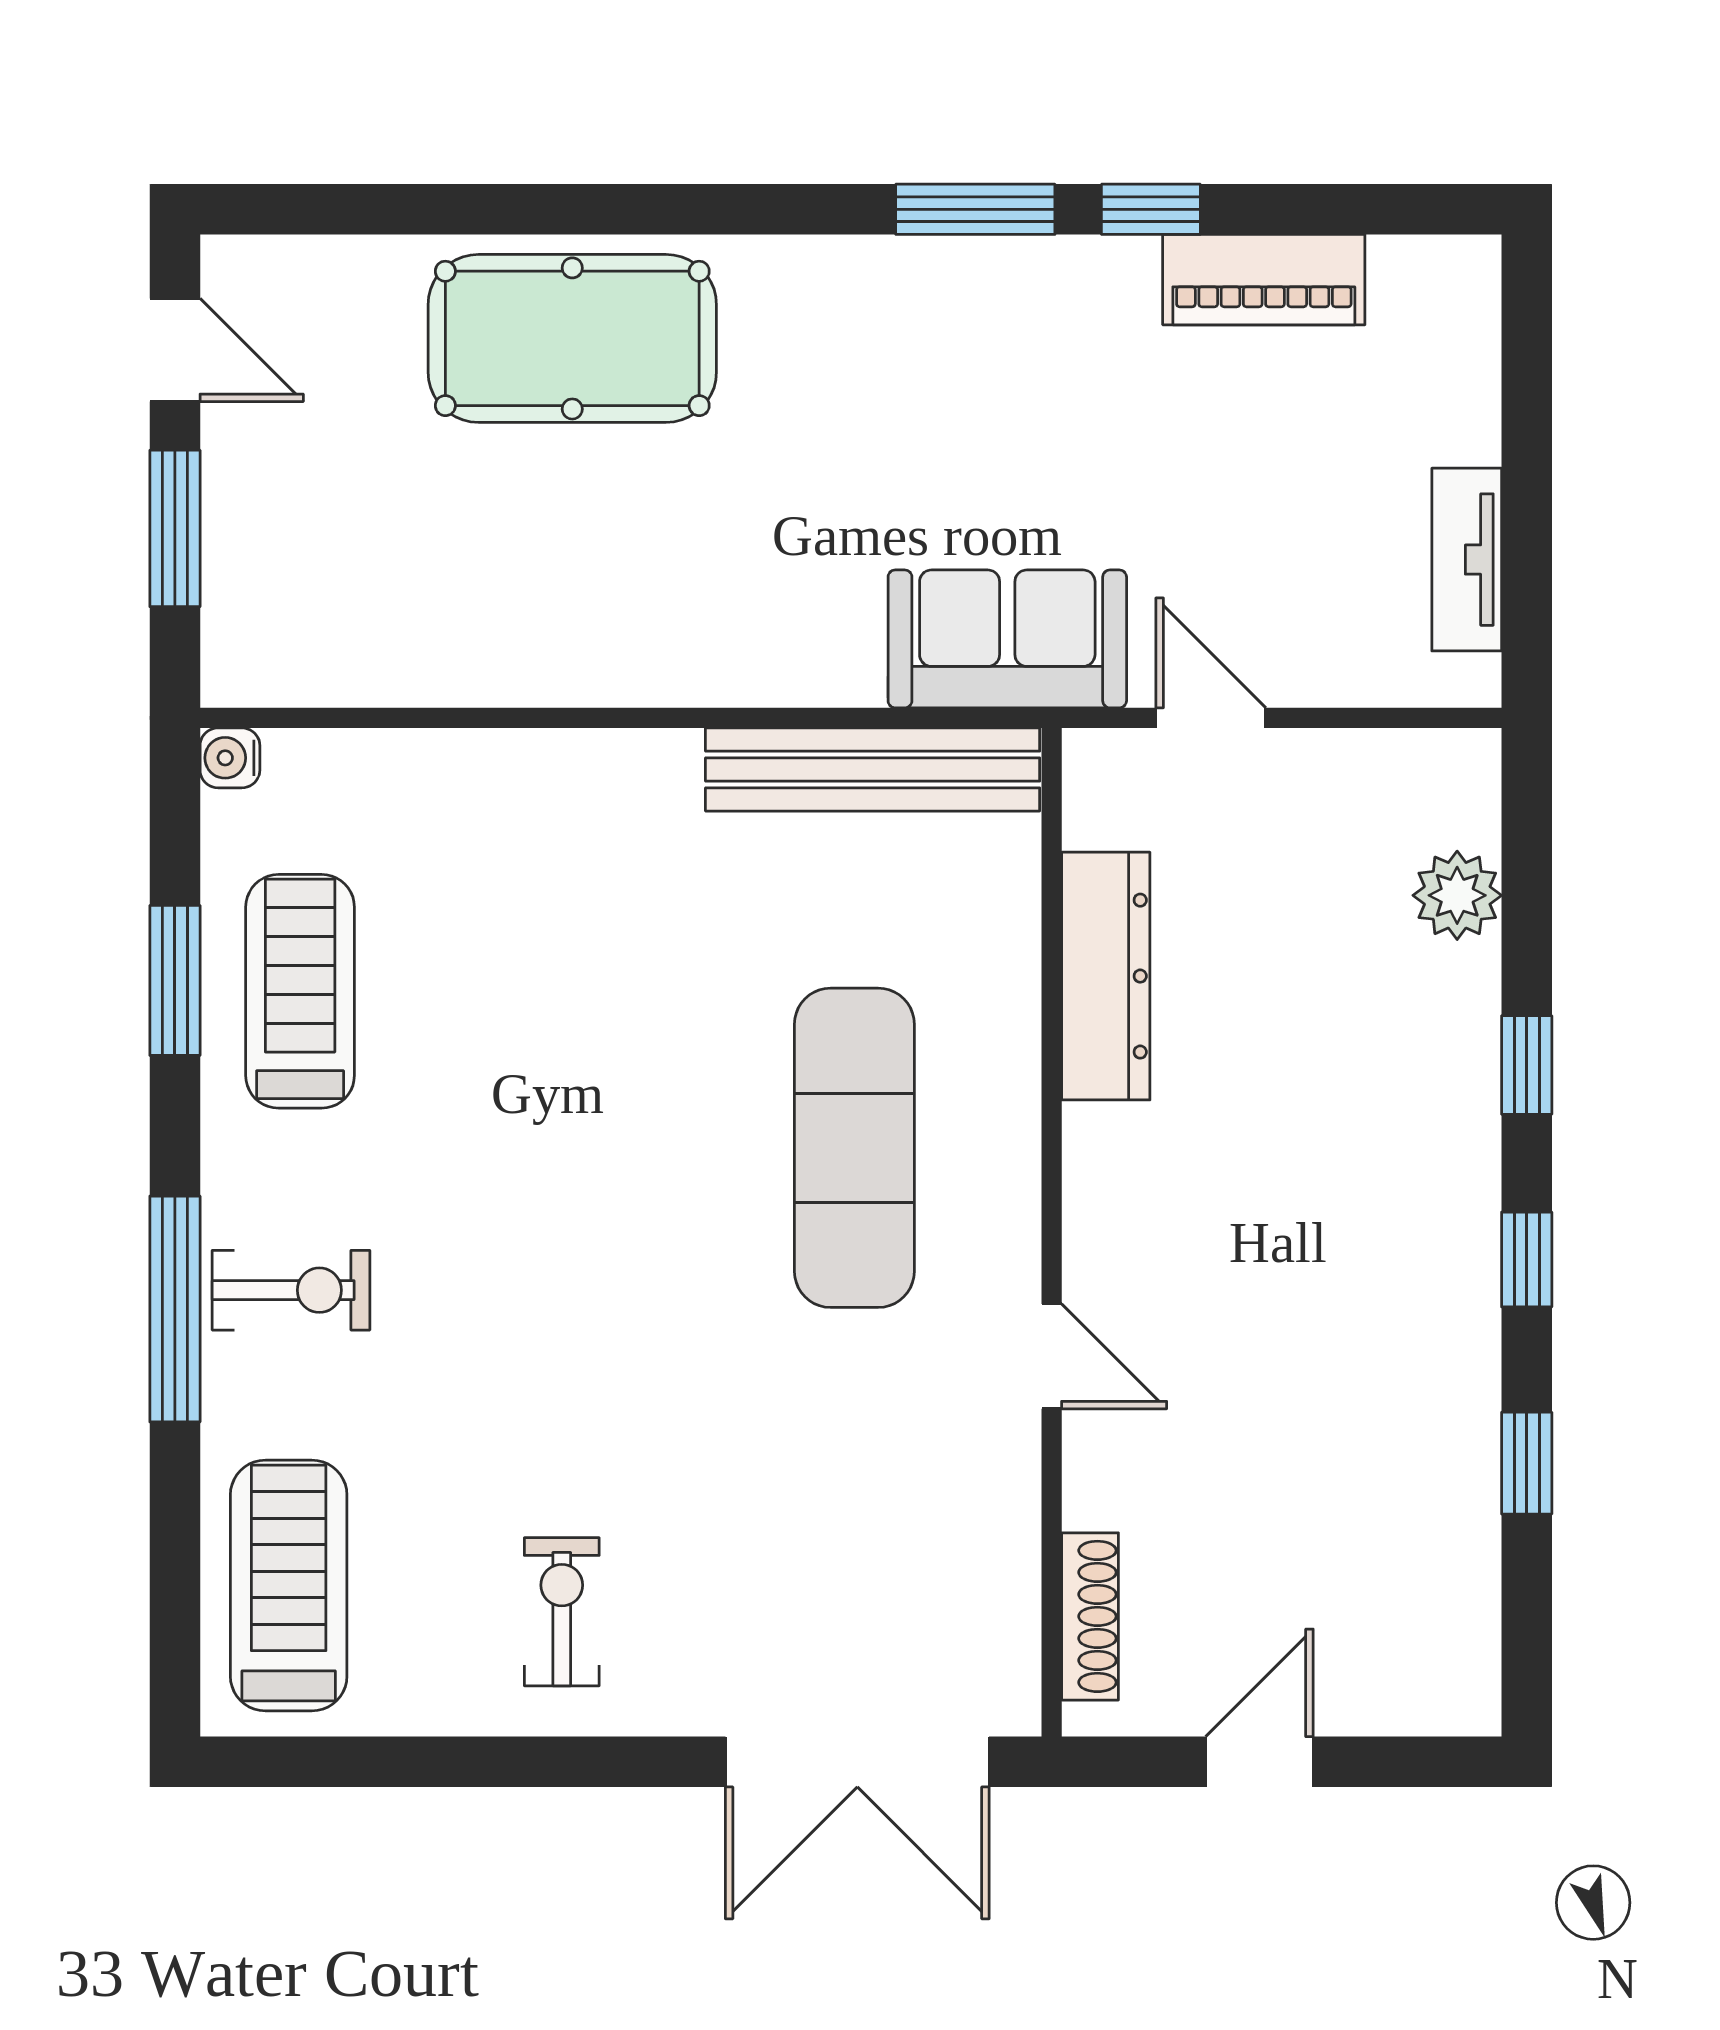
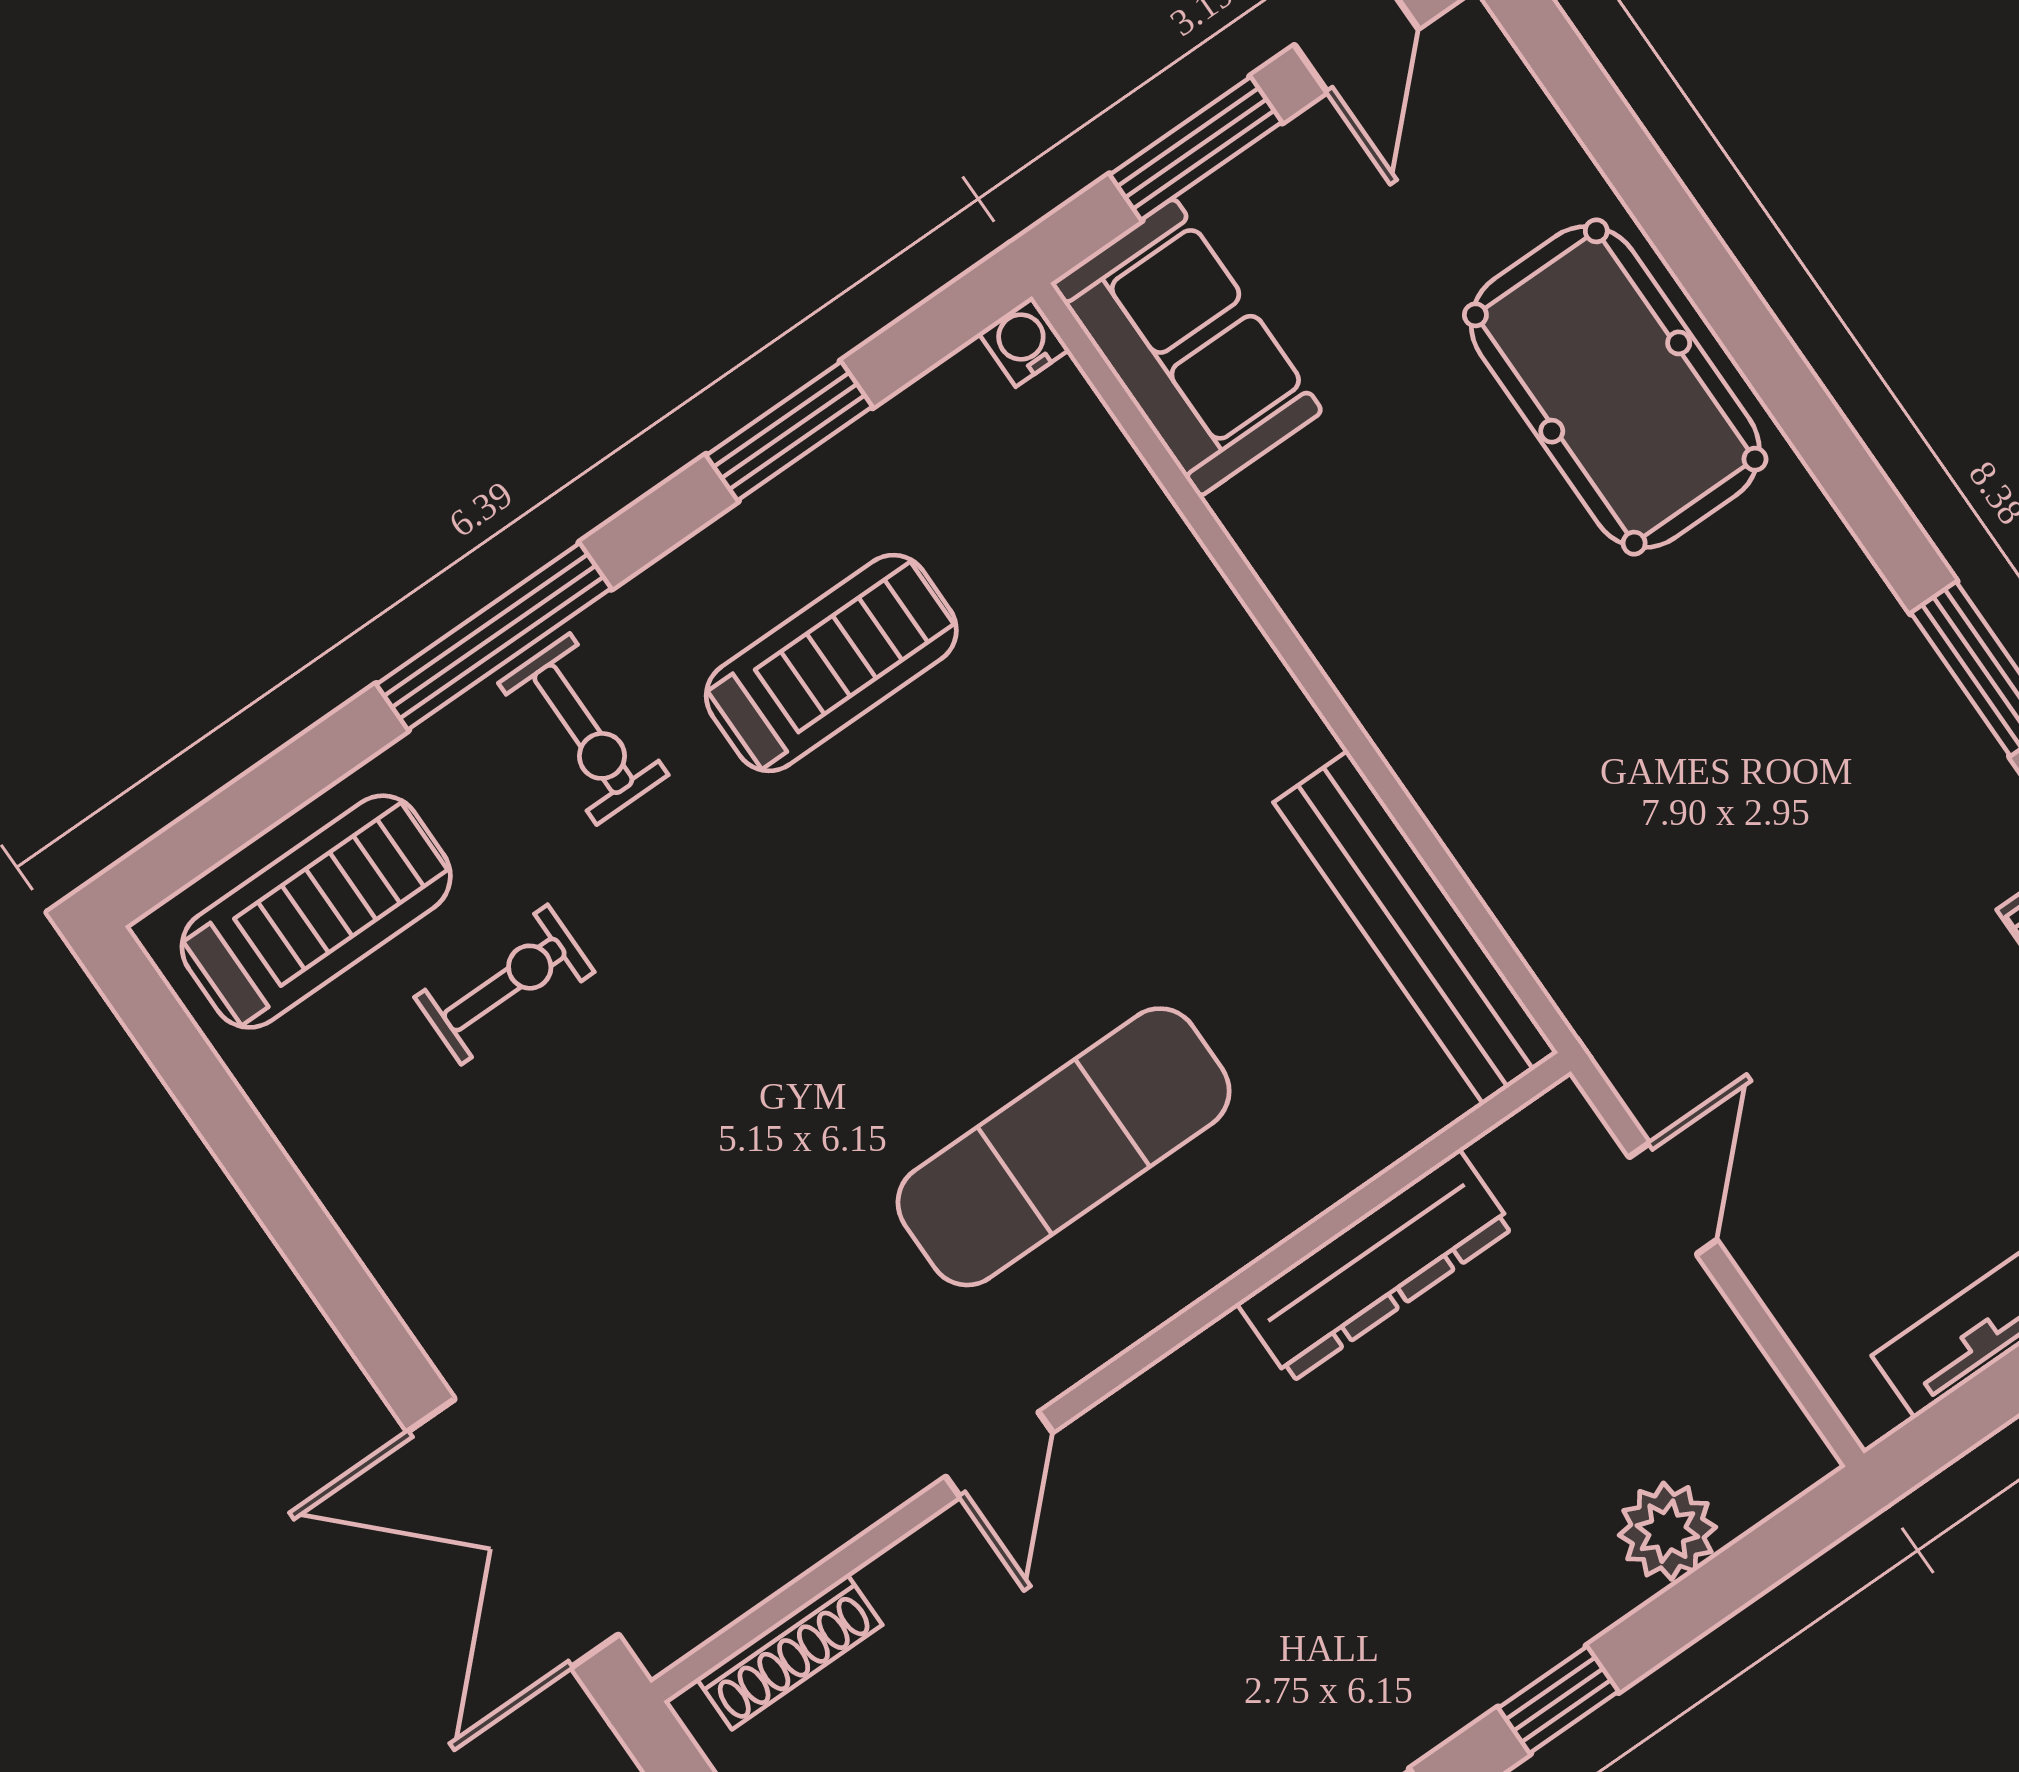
sofa: (1007, 639) -> (1187, 347), moved
treadmill: (300, 991) -> (831, 663), moved
exercise bike: (562, 1612) -> (504, 985), moved

